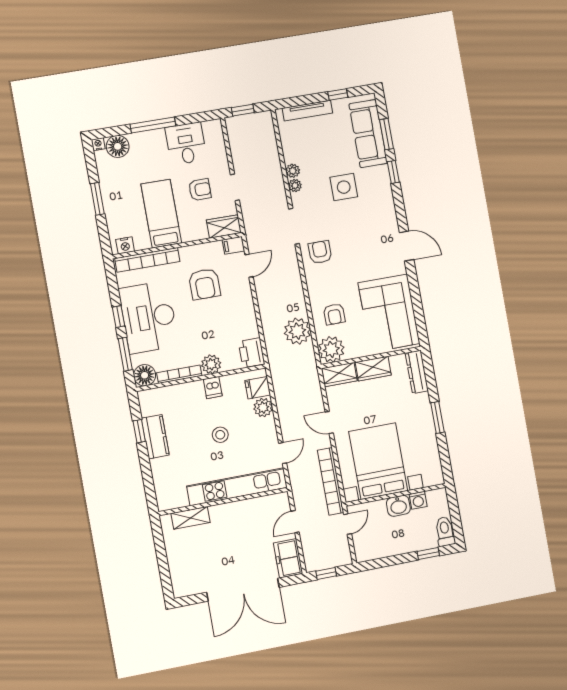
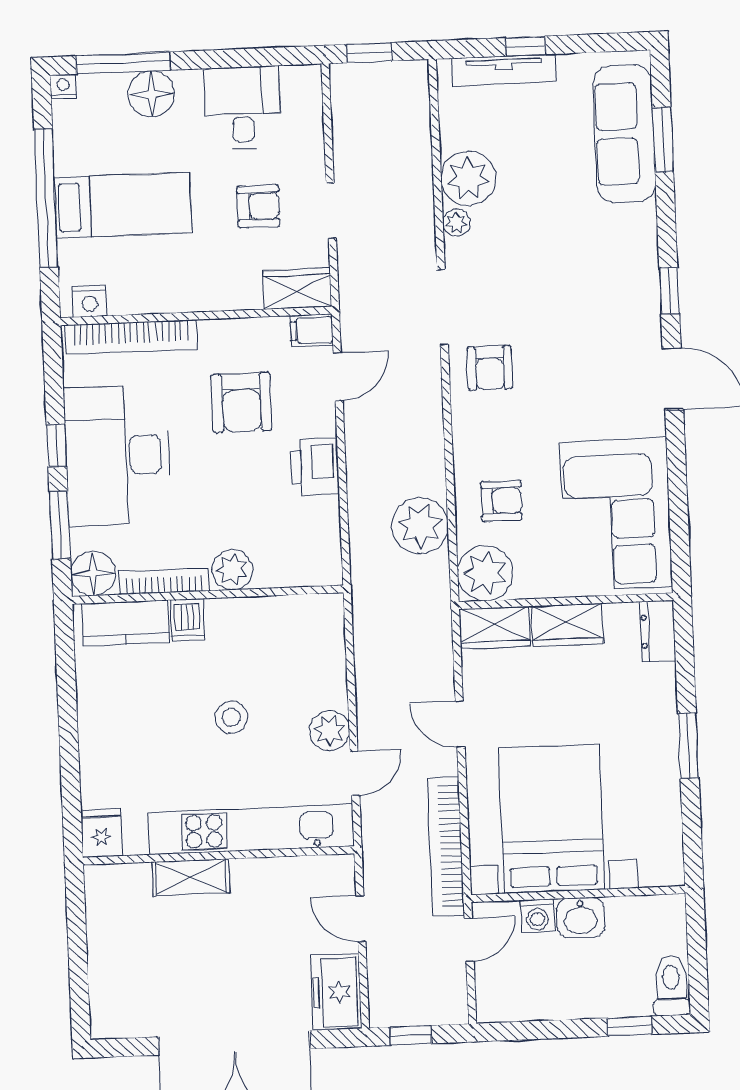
window: (338, 94) -> (525, 46), moved
window: (153, 125) -> (123, 63), moved
floor lamp: (118, 146) -> (151, 94), moved
plant: (293, 171) -> (468, 178), width x1.87, depth x1.87
window: (393, 172) -> (669, 291), moved
side table: (344, 187) -> (558, 239), removed
window: (97, 199) -> (46, 198), width x2.11
bed: (161, 214) -> (123, 205), moved, turned 90
armchair: (320, 252) -> (490, 368), turned 180
armchair: (334, 314) -> (501, 501), turned -90
printer: (252, 353) -> (315, 467), moved
dresser: (417, 372) -> (657, 631), width x0.70
dishwasher: (213, 388) -> (187, 620), moved
fridge: (258, 388) -> (101, 833), moved, turned 90
plant: (263, 408) -> (329, 731), moved
window: (139, 431) -> (67, 686), removed
kitchen counter: (155, 437) -> (125, 623), moved, turned 90
washing machine: (418, 500) -> (537, 916), moved
shelving: (190, 518) -> (191, 877), moved
door: (295, 522) -> (361, 919), hinge flipped

